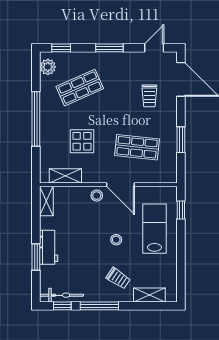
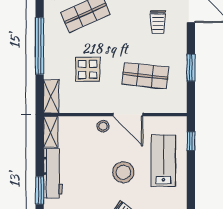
shelving: (65, 176) -> (51, 96), moved, turned 90
stool: (116, 240) -> (123, 172), width x1.89, depth x1.89
workbench: (49, 247) -> (53, 173), width x1.38

